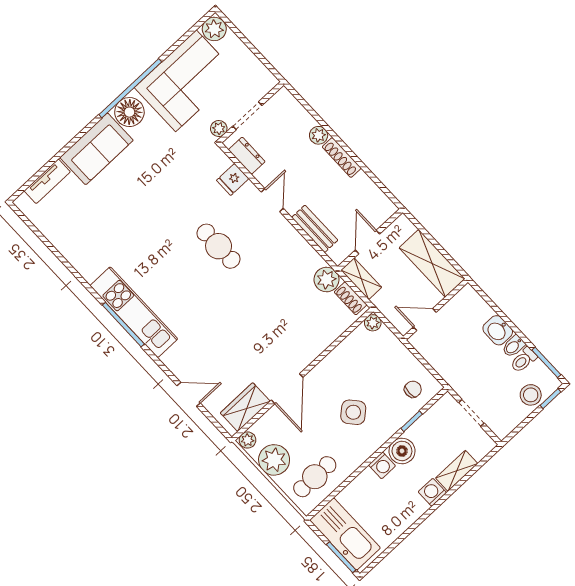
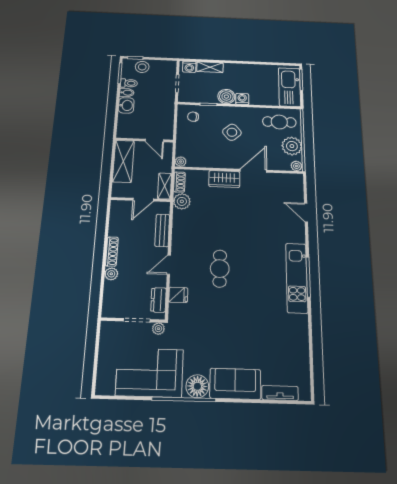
plant: (214, 29) -> (105, 386), removed
wardrobe: (245, 407) -> (224, 179), moved
washing machine: (432, 492) -> (189, 67), moved

